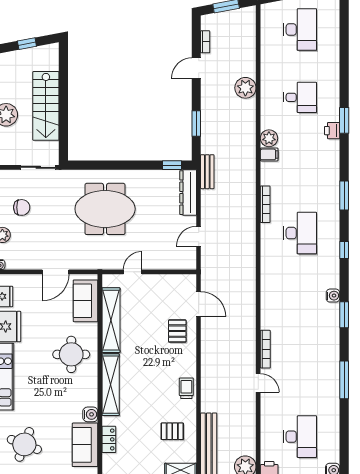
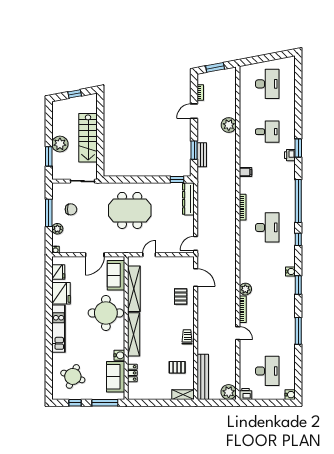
plant: (269, 138) -> (245, 289), moved
bench: (207, 172) -> (202, 155), moved
window: (344, 195) -> (298, 201), width x2.11
door: (199, 236) -> (196, 243), moved
round table: (71, 354) -> (106, 313), width x1.36, depth x1.36

